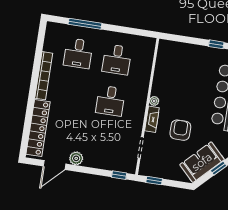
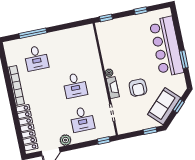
window: (174, 38) -> (106, 18), added
desk: (117, 59) -> (82, 119), moved
armchair: (180, 130) -> (138, 88), turned 180
window: (154, 181) -> (150, 131), moved

